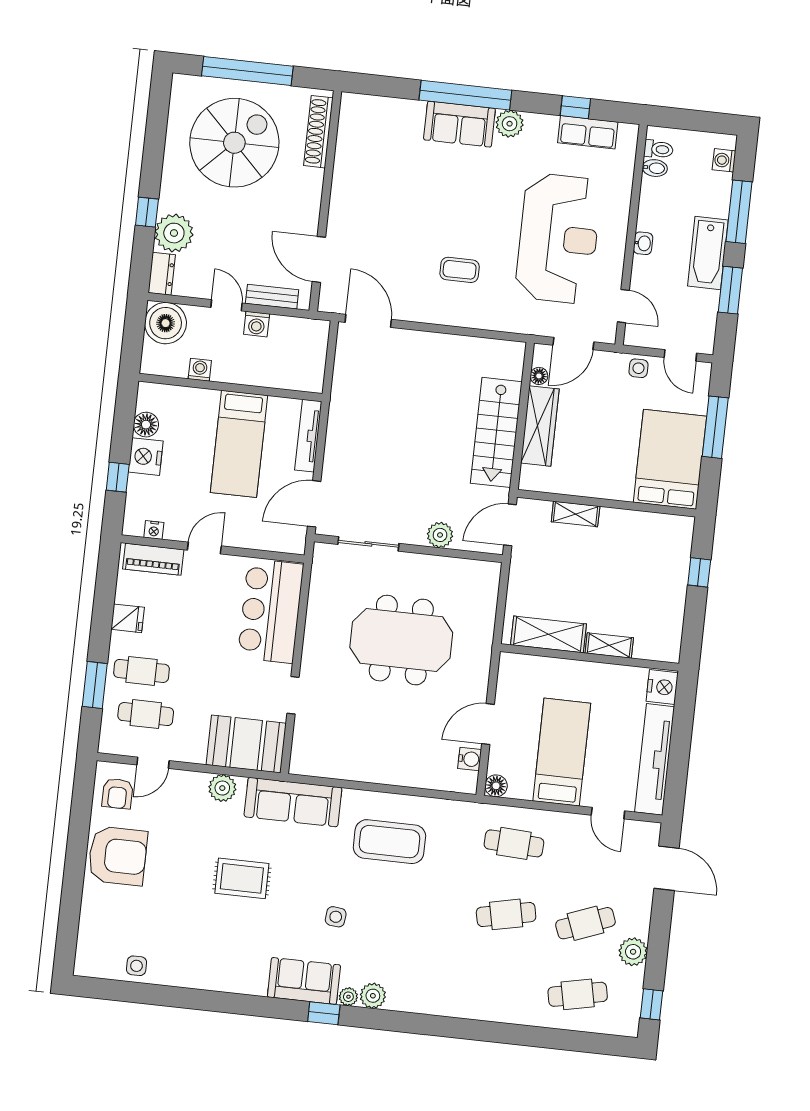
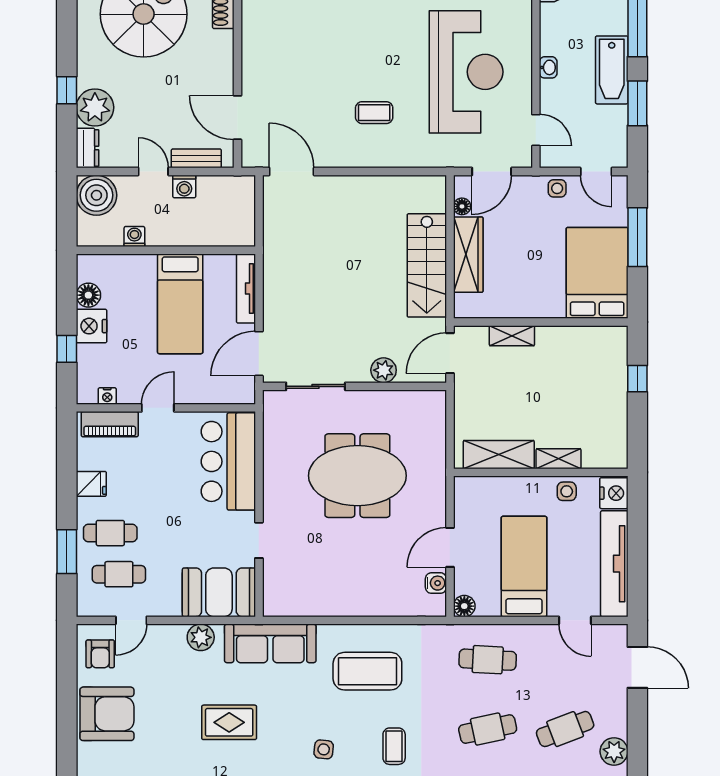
side table: (614, 680) -> (567, 491), added
coffee table: (408, 922) -> (394, 746), added

